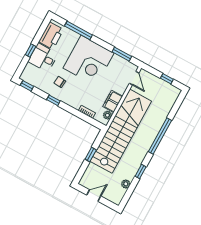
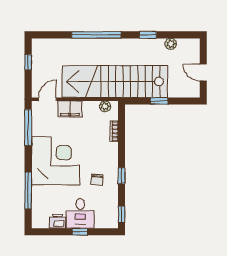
printer: (51, 36) -> (57, 221), width x0.53, depth x0.68
window: (122, 54) -> (28, 128), width x1.44
filing cabinet: (113, 101) -> (70, 109), moved

